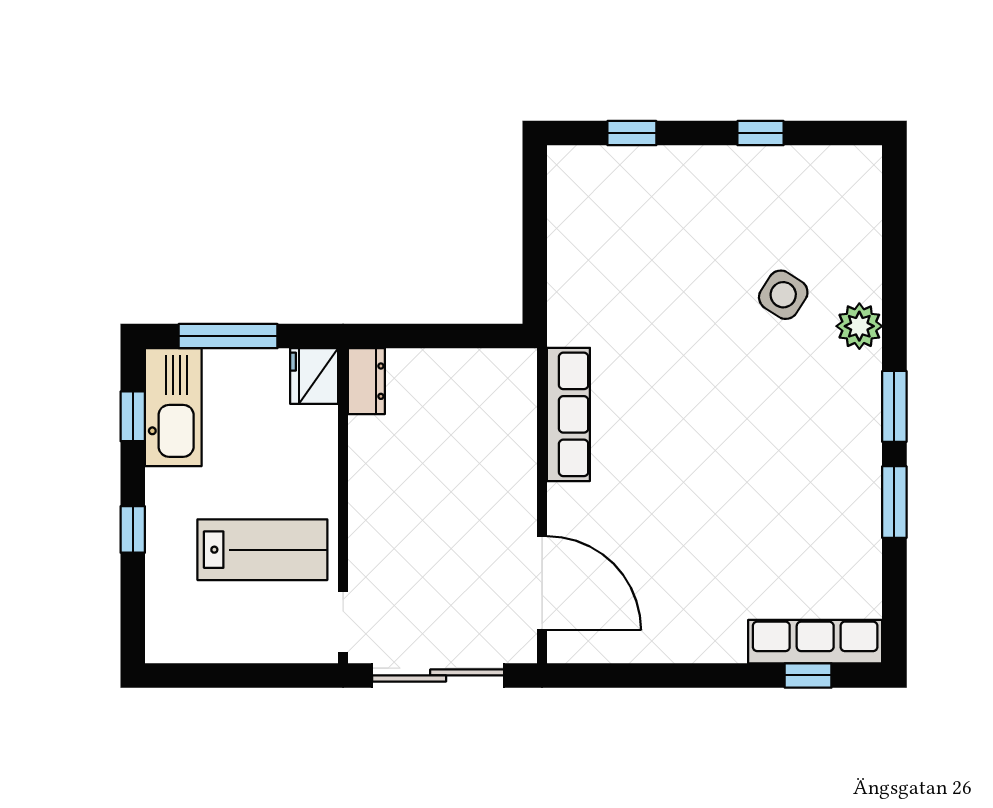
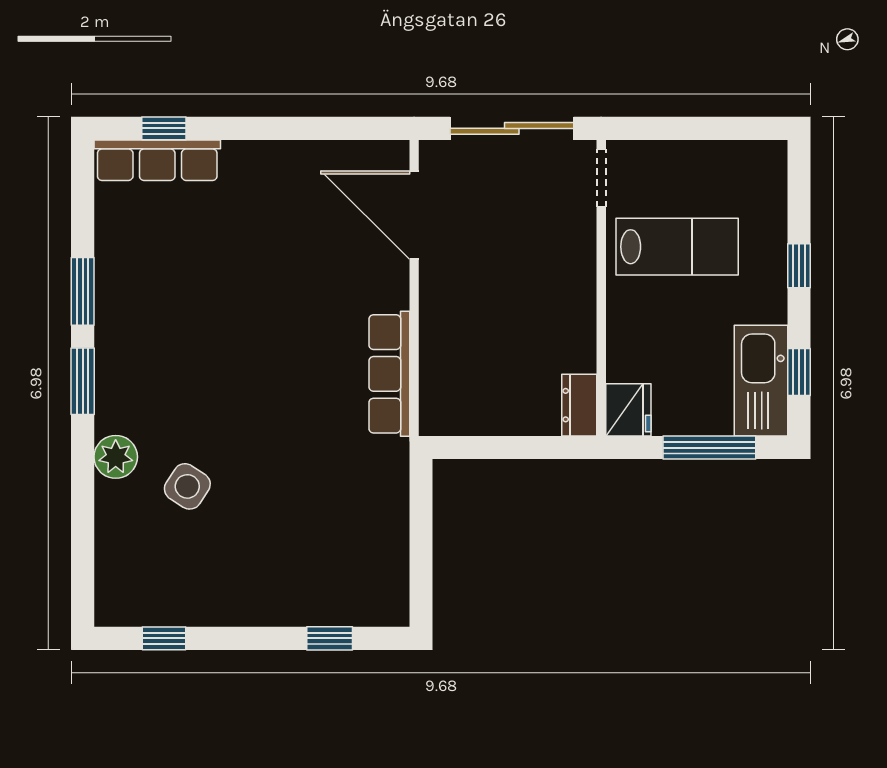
window: (760, 133) -> (164, 638), moved
lab bench: (262, 550) -> (677, 247), turned 180

